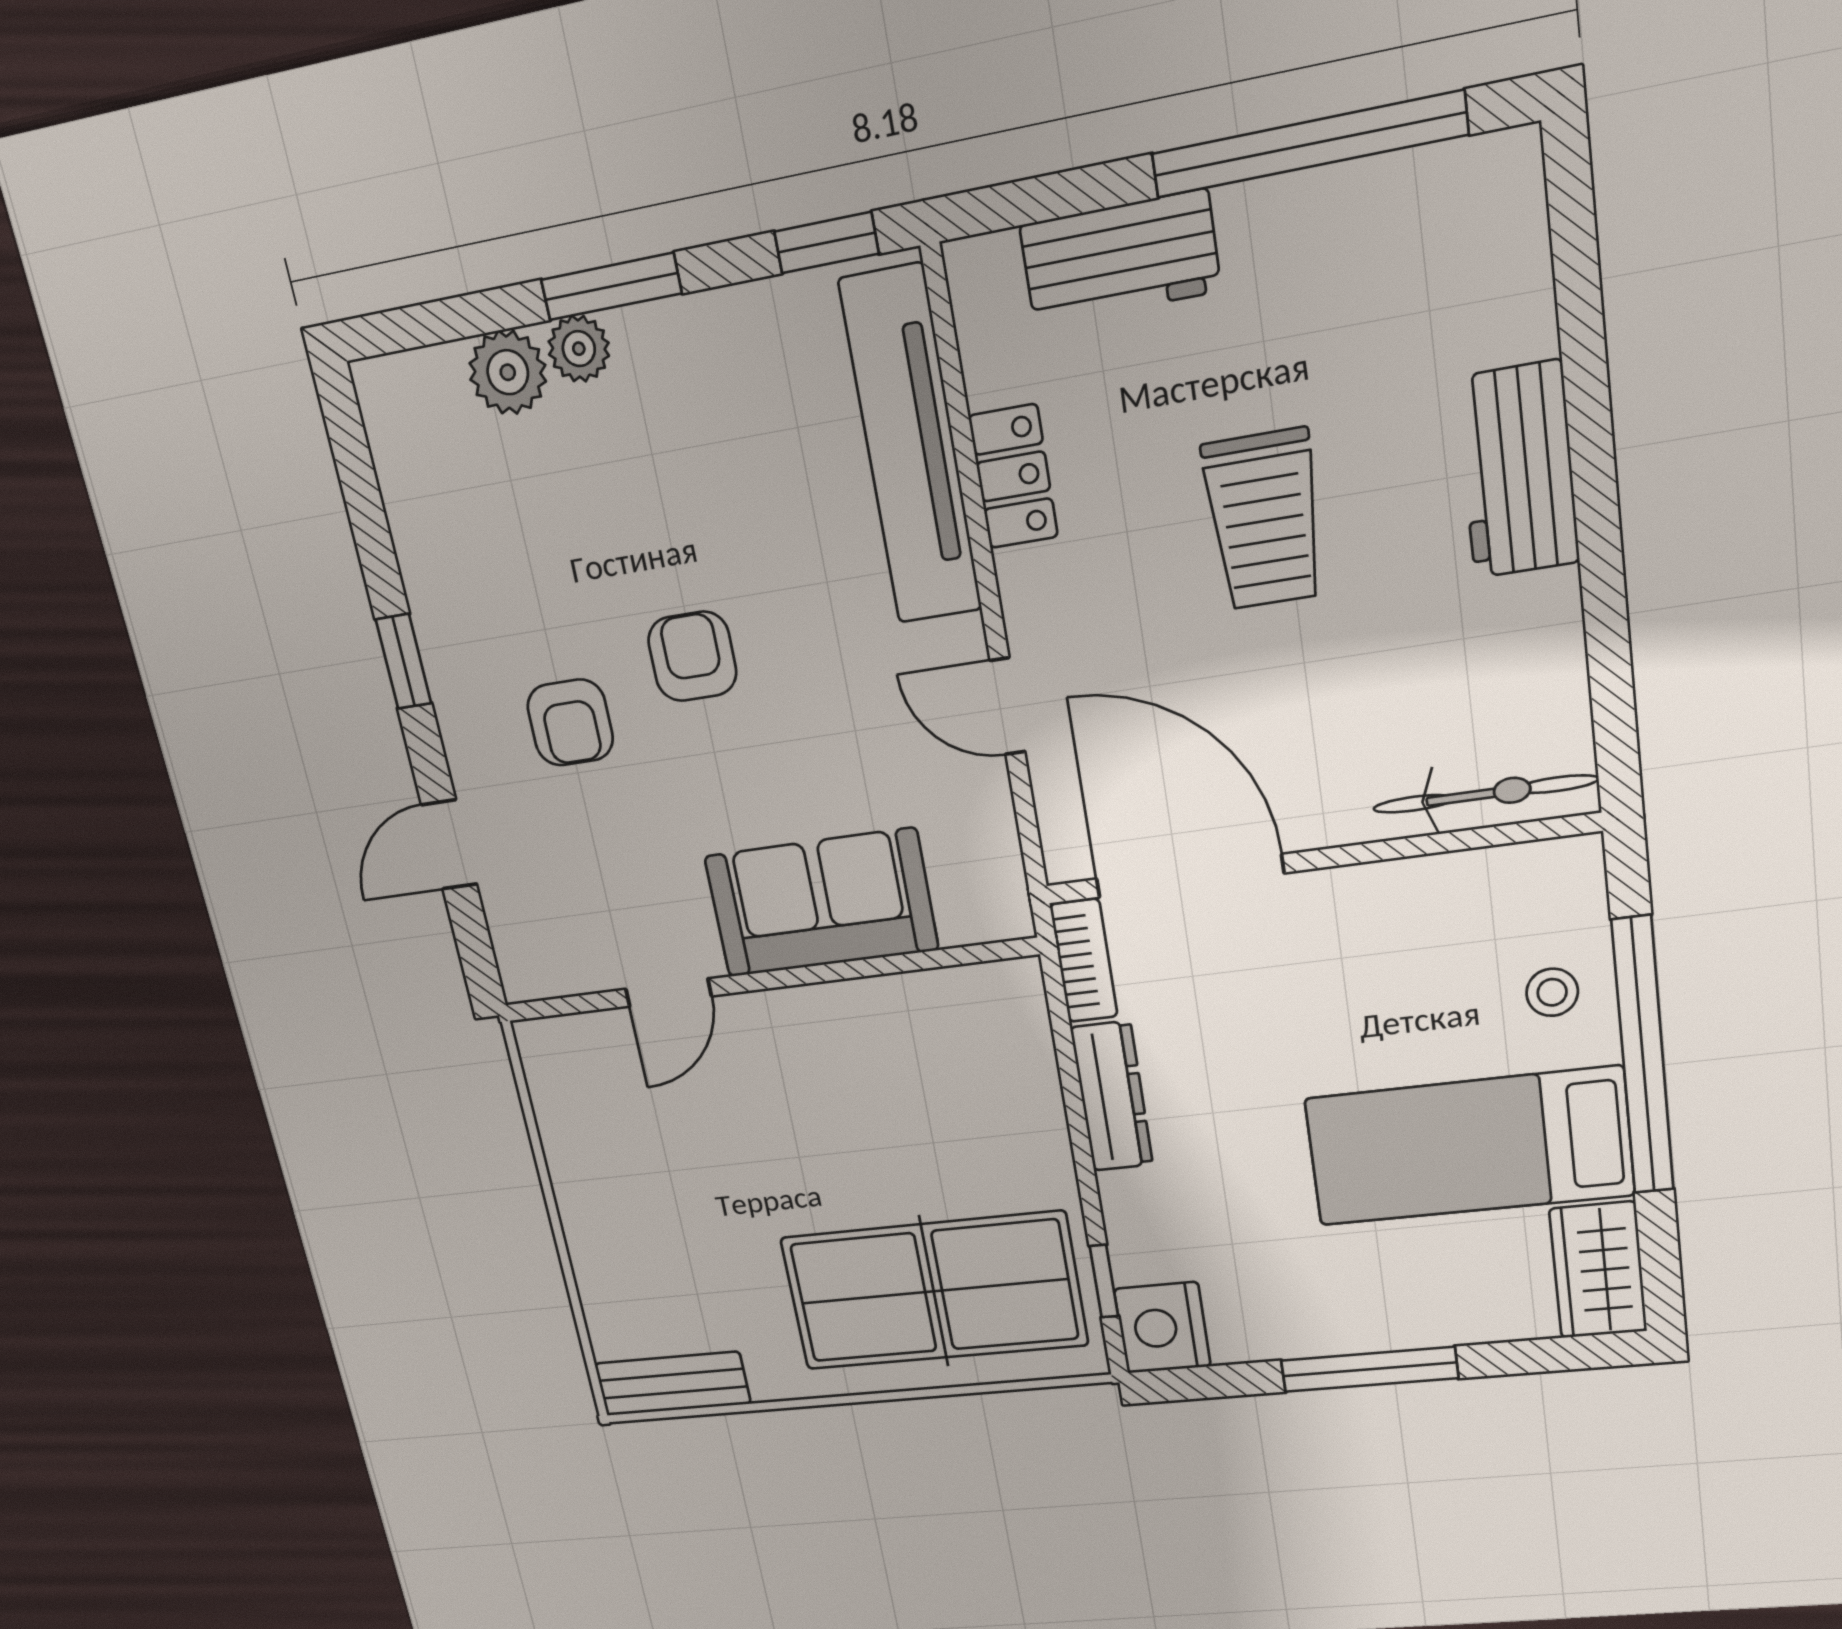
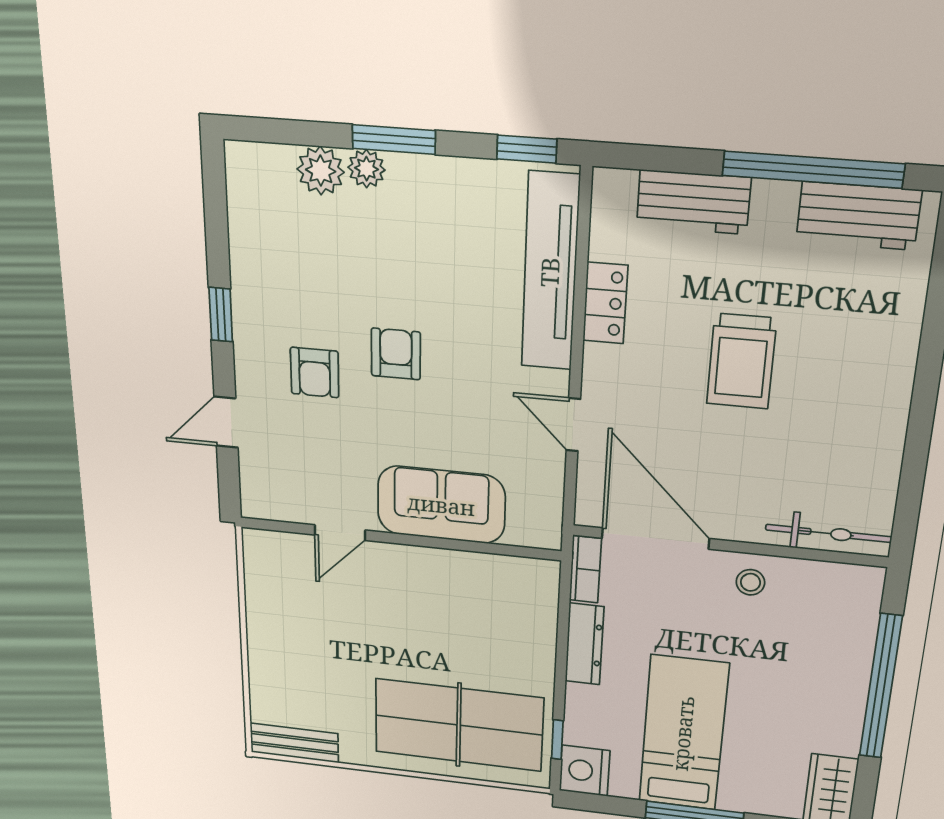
workbench: (1518, 470) -> (858, 216), moved, turned -90
stool: (1552, 992) -> (750, 582), moved
bed: (1469, 1147) -> (683, 733), moved, turned 90

